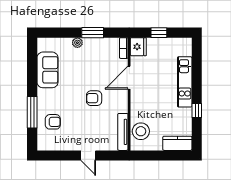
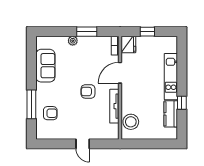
tv unit: (123, 132) -> (114, 106), moved
kitchen counter: (177, 143) -> (171, 114), moved, turned -90

